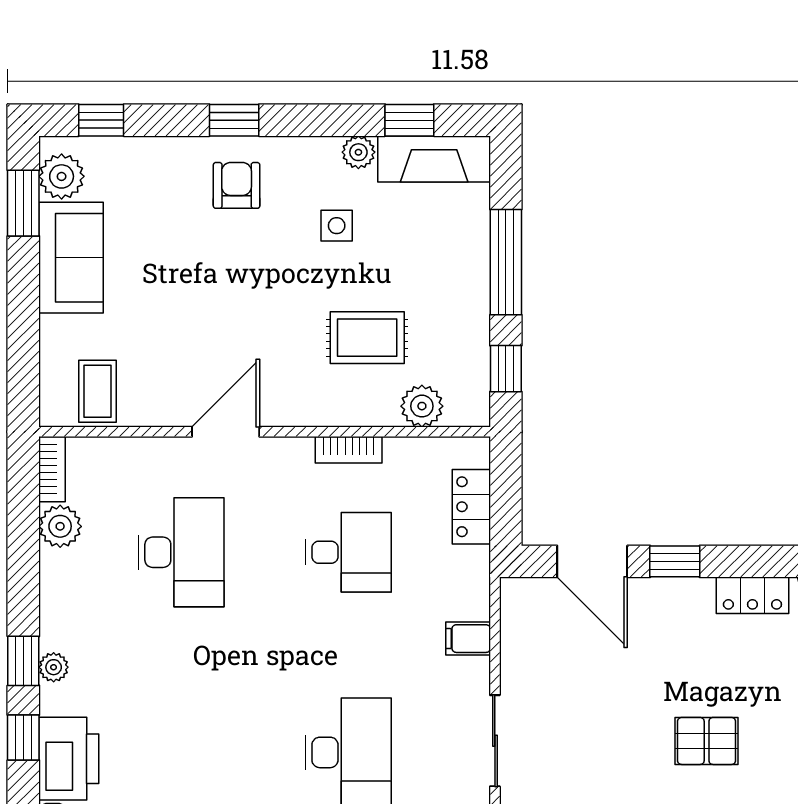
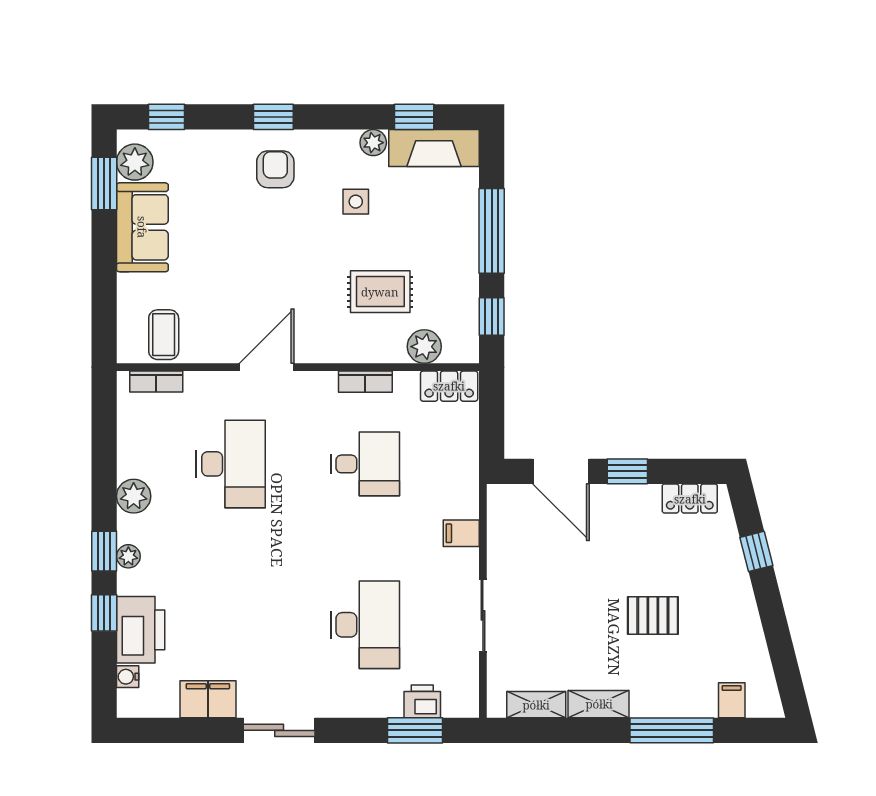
bookcase: (52, 469) -> (156, 381), moved, turned 90
locker: (471, 507) -> (449, 386), moved, turned -90
plant: (60, 526) -> (134, 496), moved

